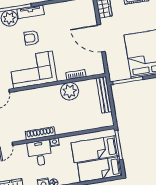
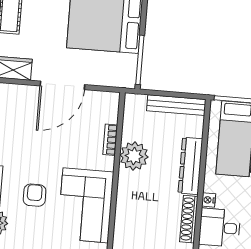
armchair: (32, 38) -> (35, 195), turned 180
bench: (104, 95) -> (176, 105), moved
dresser: (72, 126) -> (190, 166), added

